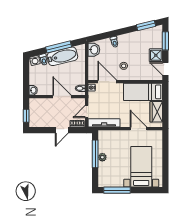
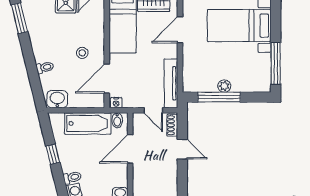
window: (59, 47) -> (53, 154), width x0.46
bathtub: (62, 56) -> (88, 124), moved, turned 104

